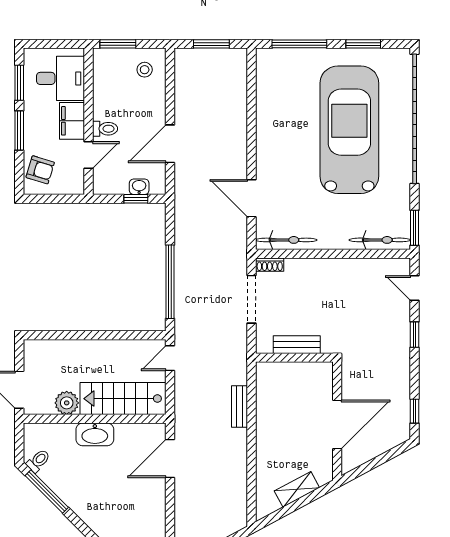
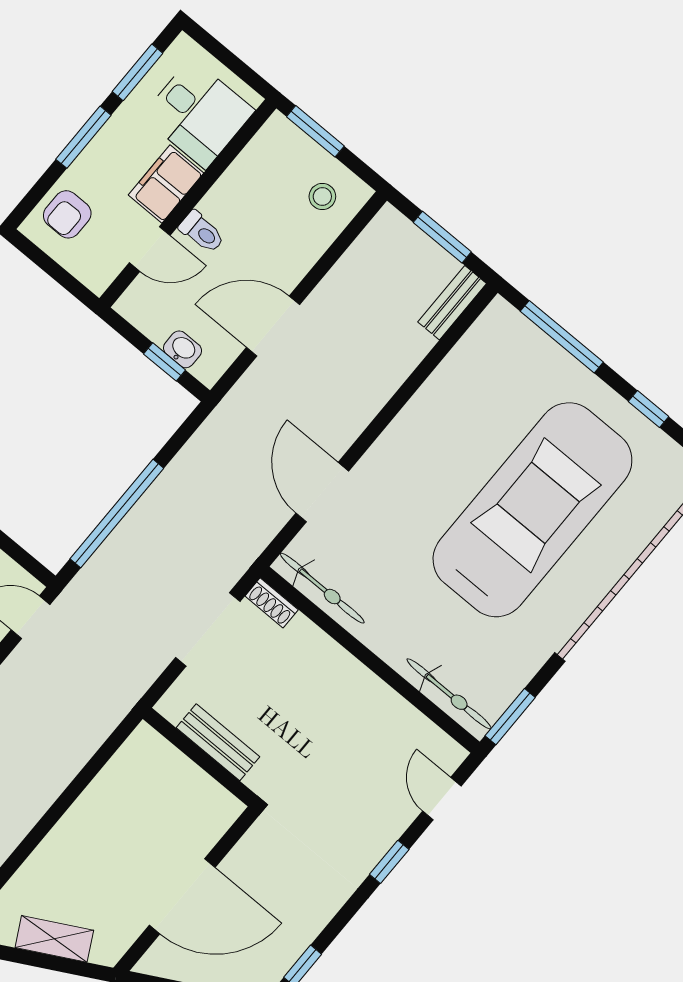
window: (363, 44) -> (649, 409), width x0.67
armchair: (40, 170) -> (67, 214), turned 73
bench: (240, 407) -> (452, 303), moved

